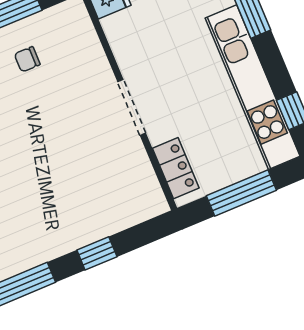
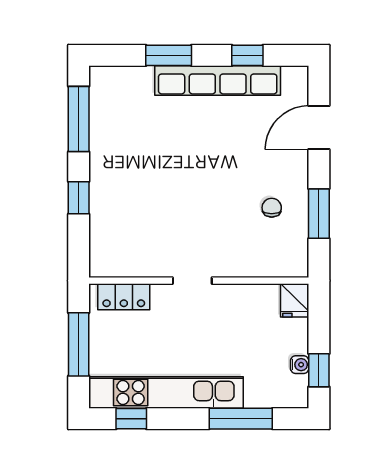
doorway: (132, 107) -> (192, 281), width x0.73

